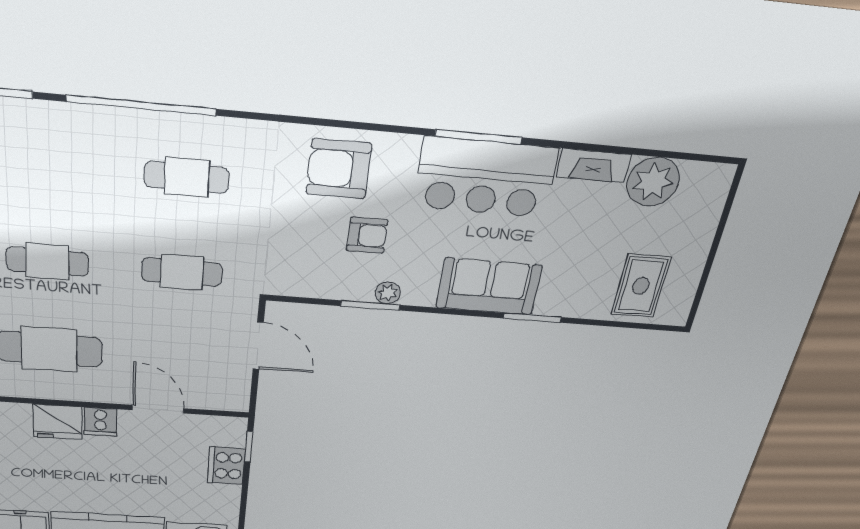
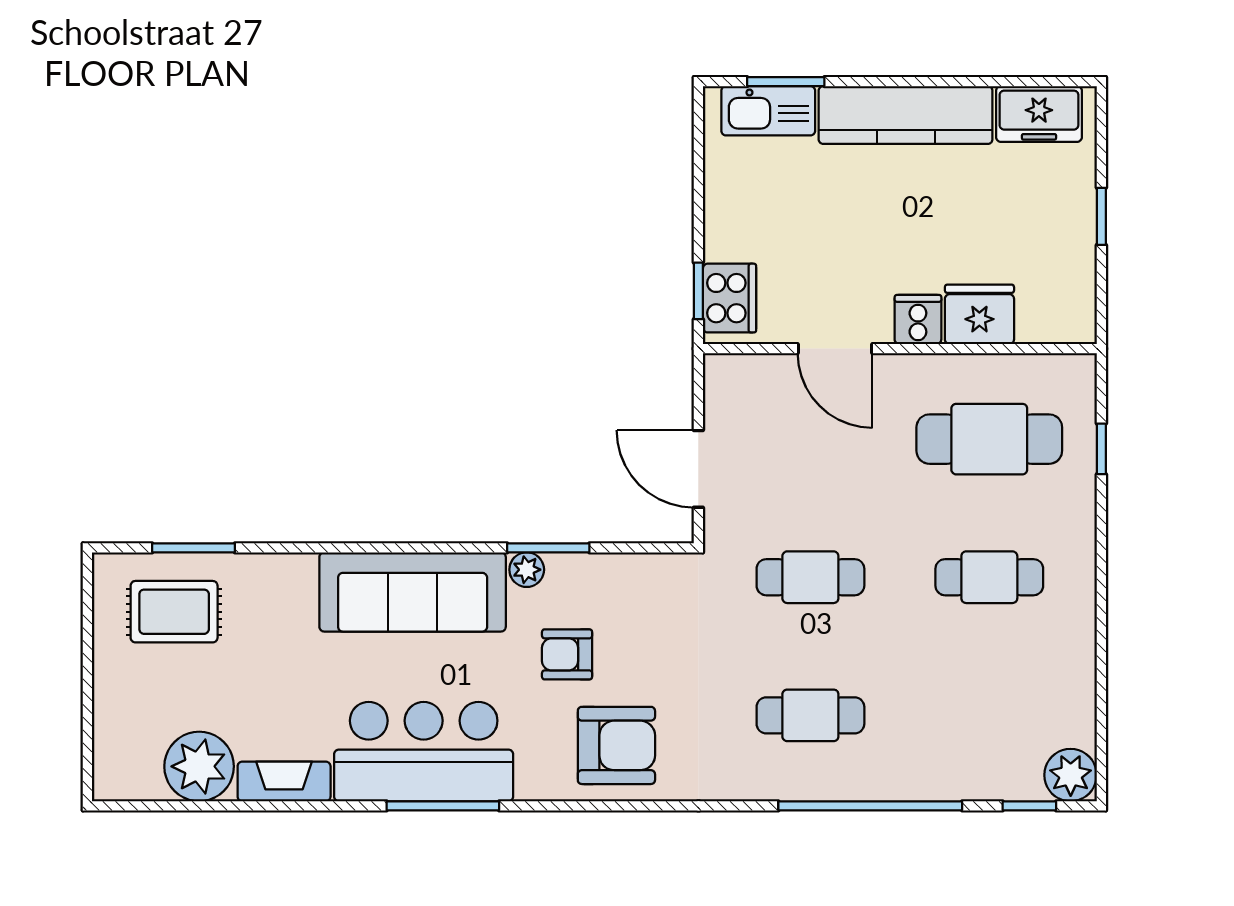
rug: (641, 286) -> (174, 612), turned 90
sofa: (489, 287) -> (413, 592), width x1.36
window: (532, 318) -> (194, 548), moved
cooker: (226, 466) -> (730, 298), moved

